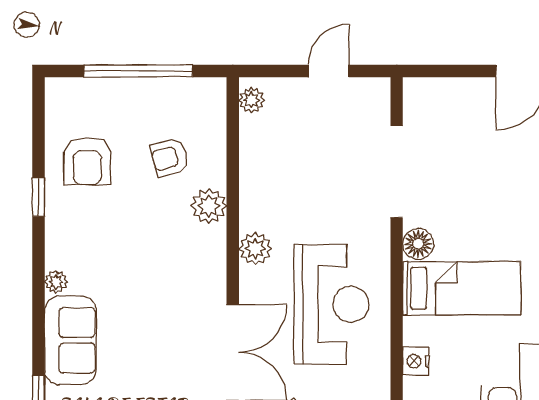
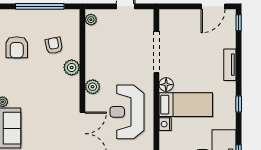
armchair: (170, 157) -> (54, 46), turned 94
reception desk: (331, 304) -> (127, 112), turned 180
nightstand: (416, 361) -> (165, 124), moved

